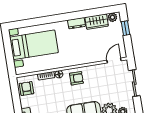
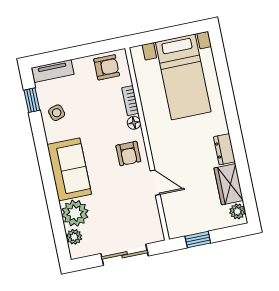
window: (126, 28) -> (198, 240), moved
door: (114, 61) -> (155, 183), moved

